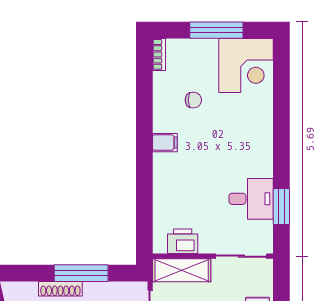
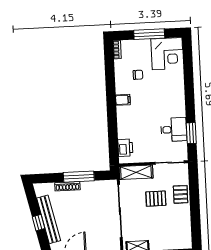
printer: (183, 241) -> (125, 148), moved, turned 90

